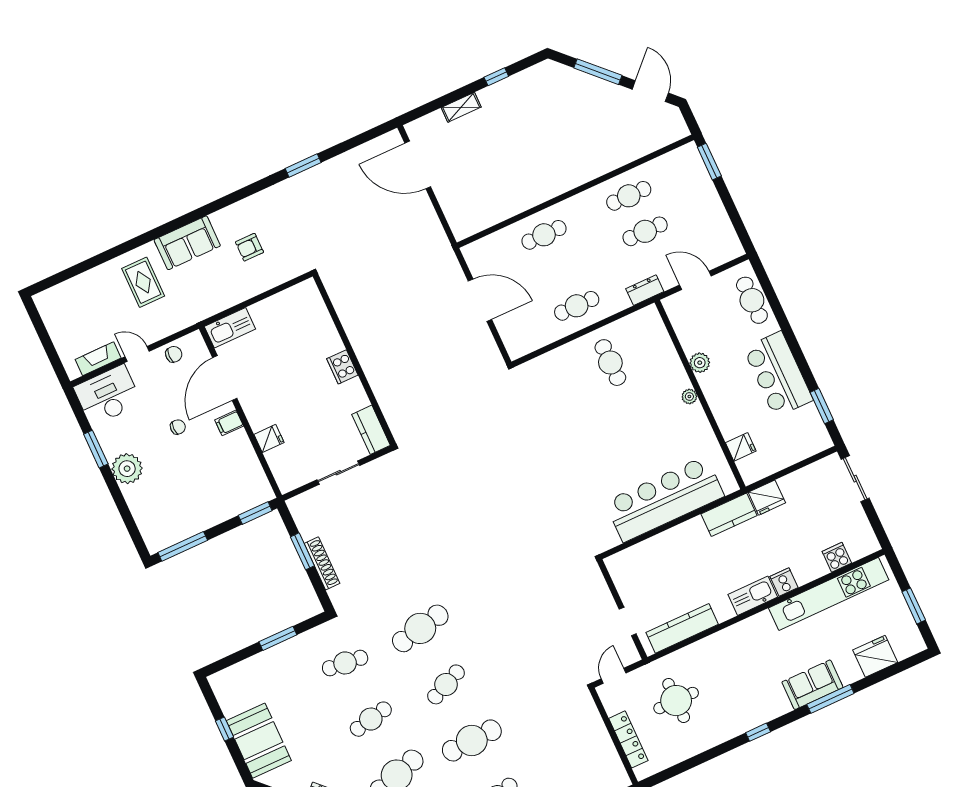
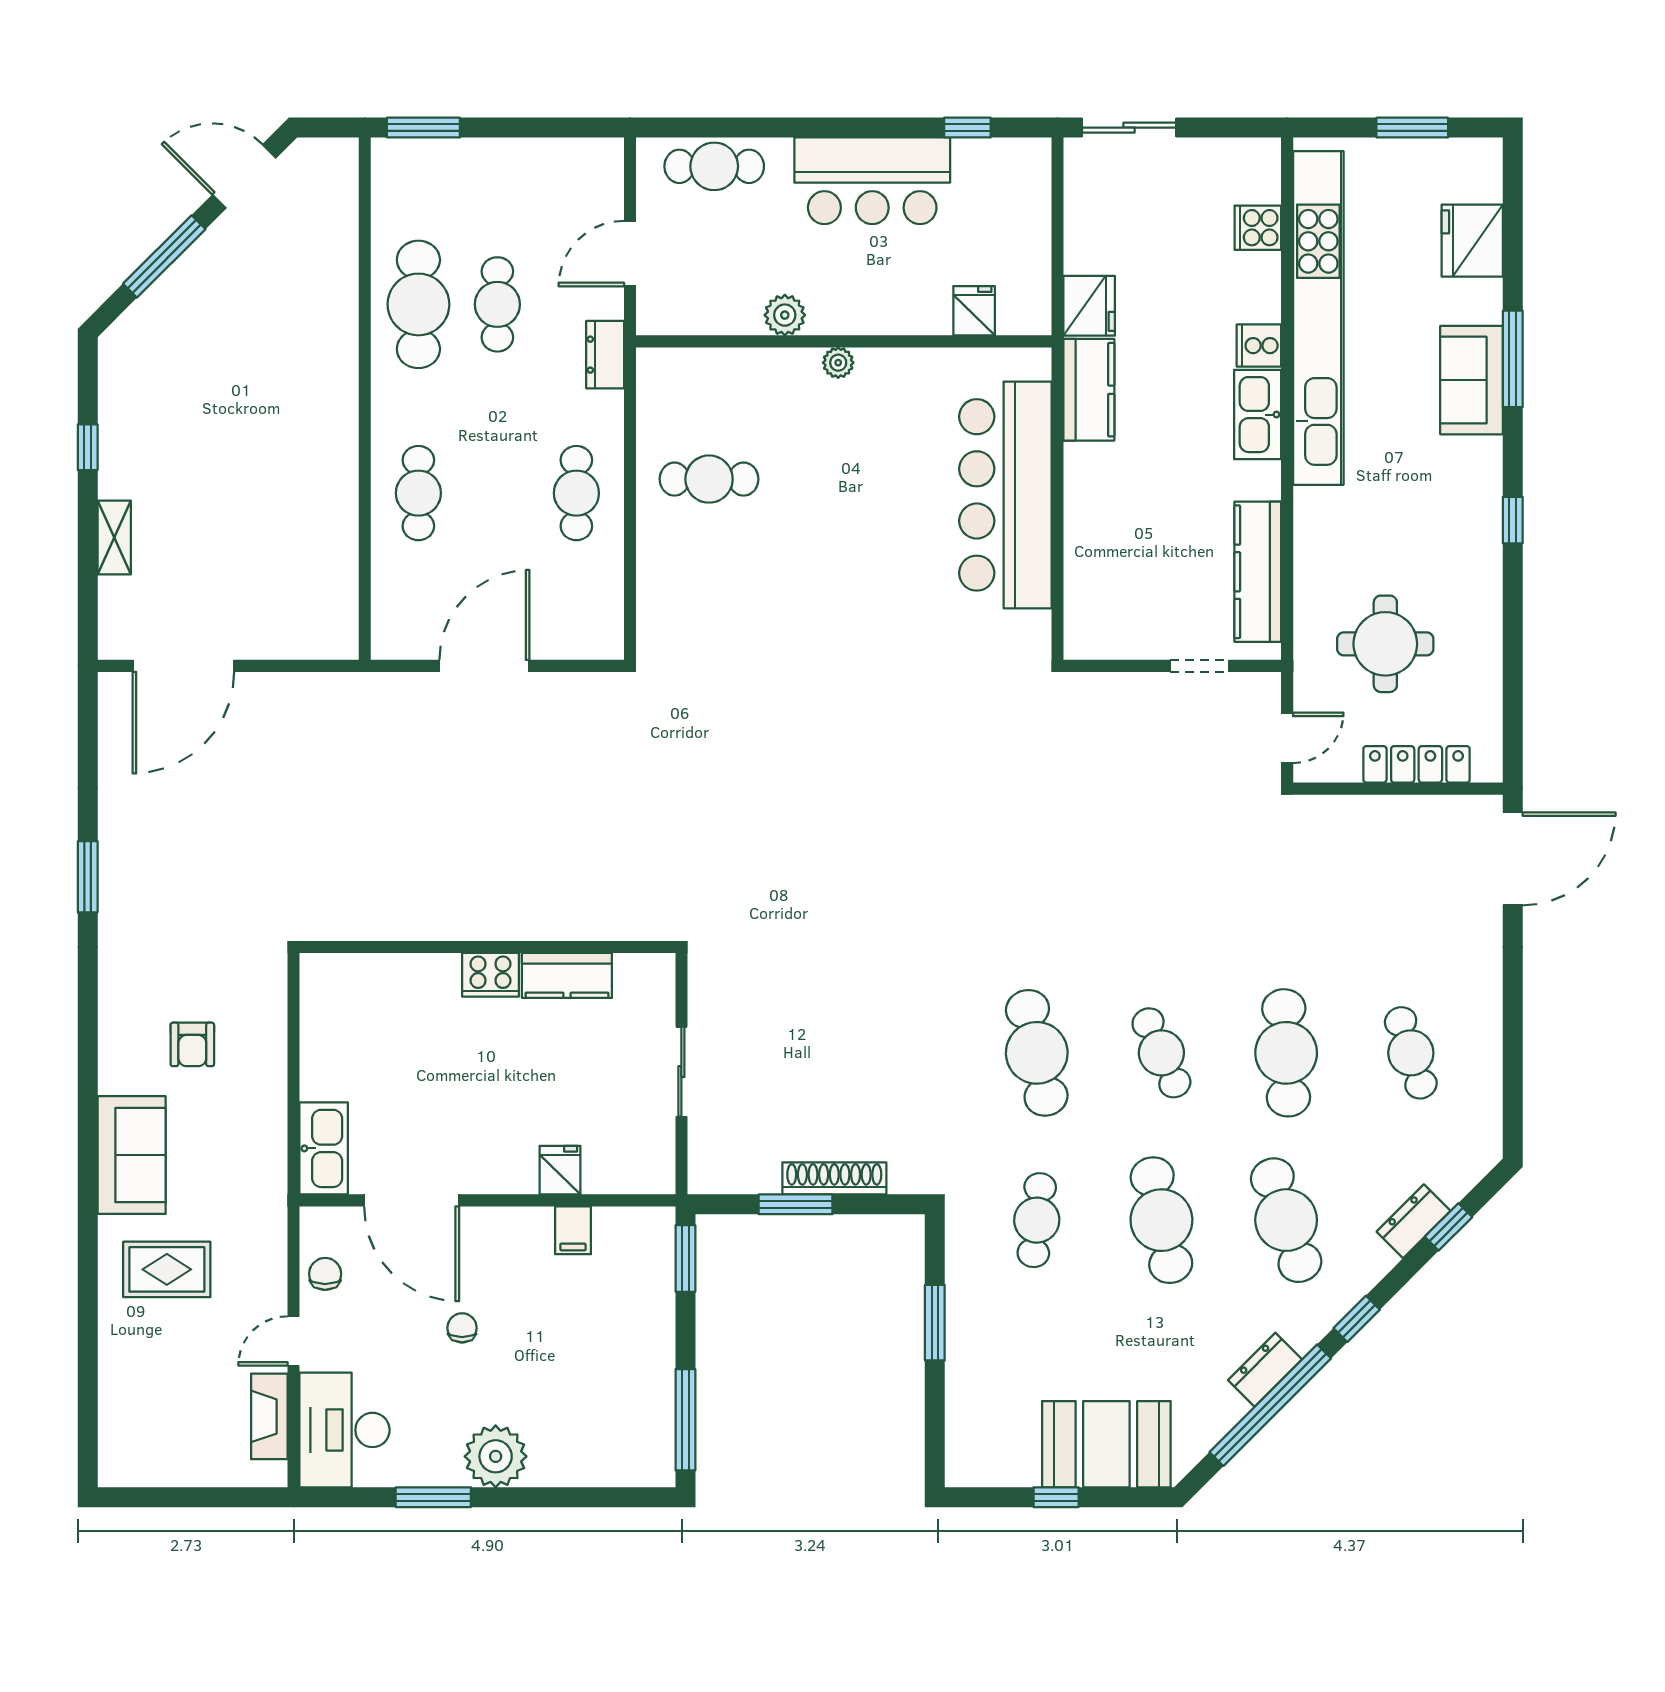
cafe table: (629, 196) -> (418, 304), width x1.37, depth x1.35
window: (822, 406) -> (967, 128), width x0.67
filing cabinet: (229, 423) -> (573, 1230), moved
kitchen counter: (371, 430) -> (567, 975), moved
kitchen unit: (829, 594) -> (1318, 318), width x1.36
door: (614, 676) -> (1287, 738), swing flipped
cafe table: (371, 719) -> (1161, 1220), width x1.37, depth x1.35

